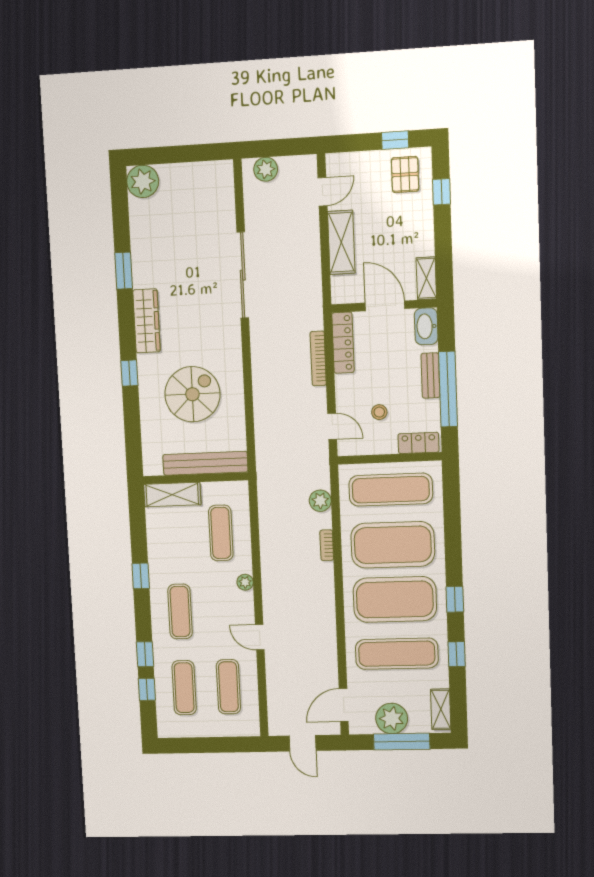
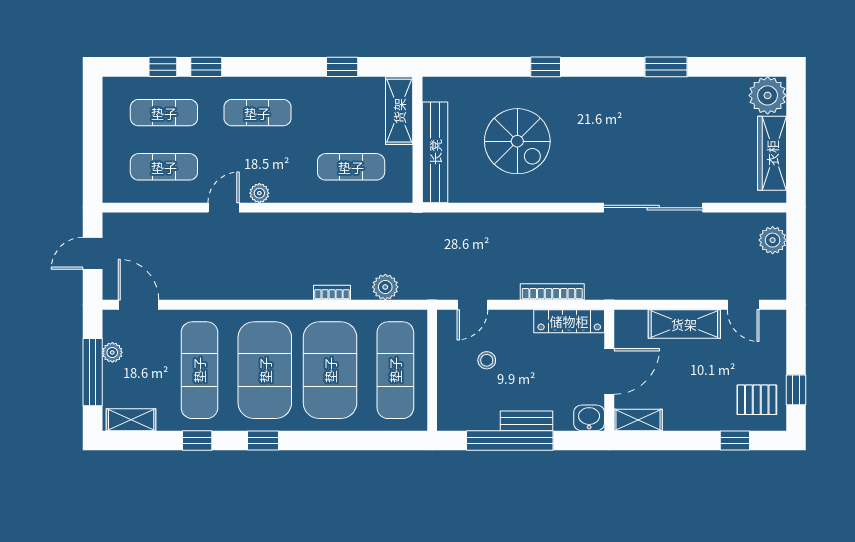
wardrobe: (147, 321) -> (772, 153), moved, turned 90
washbasin: (426, 326) -> (589, 418), width x0.72
locker: (418, 443) -> (449, 404), removed
window: (141, 576) -> (342, 67), moved
plant: (245, 582) -> (259, 193), moved
plant: (392, 718) -> (112, 352), width x0.53, depth x0.53

